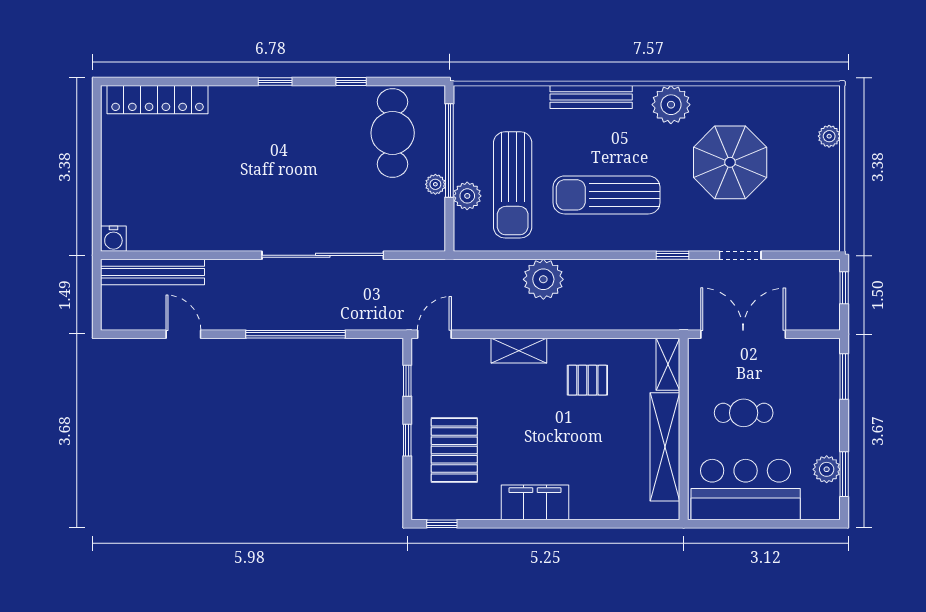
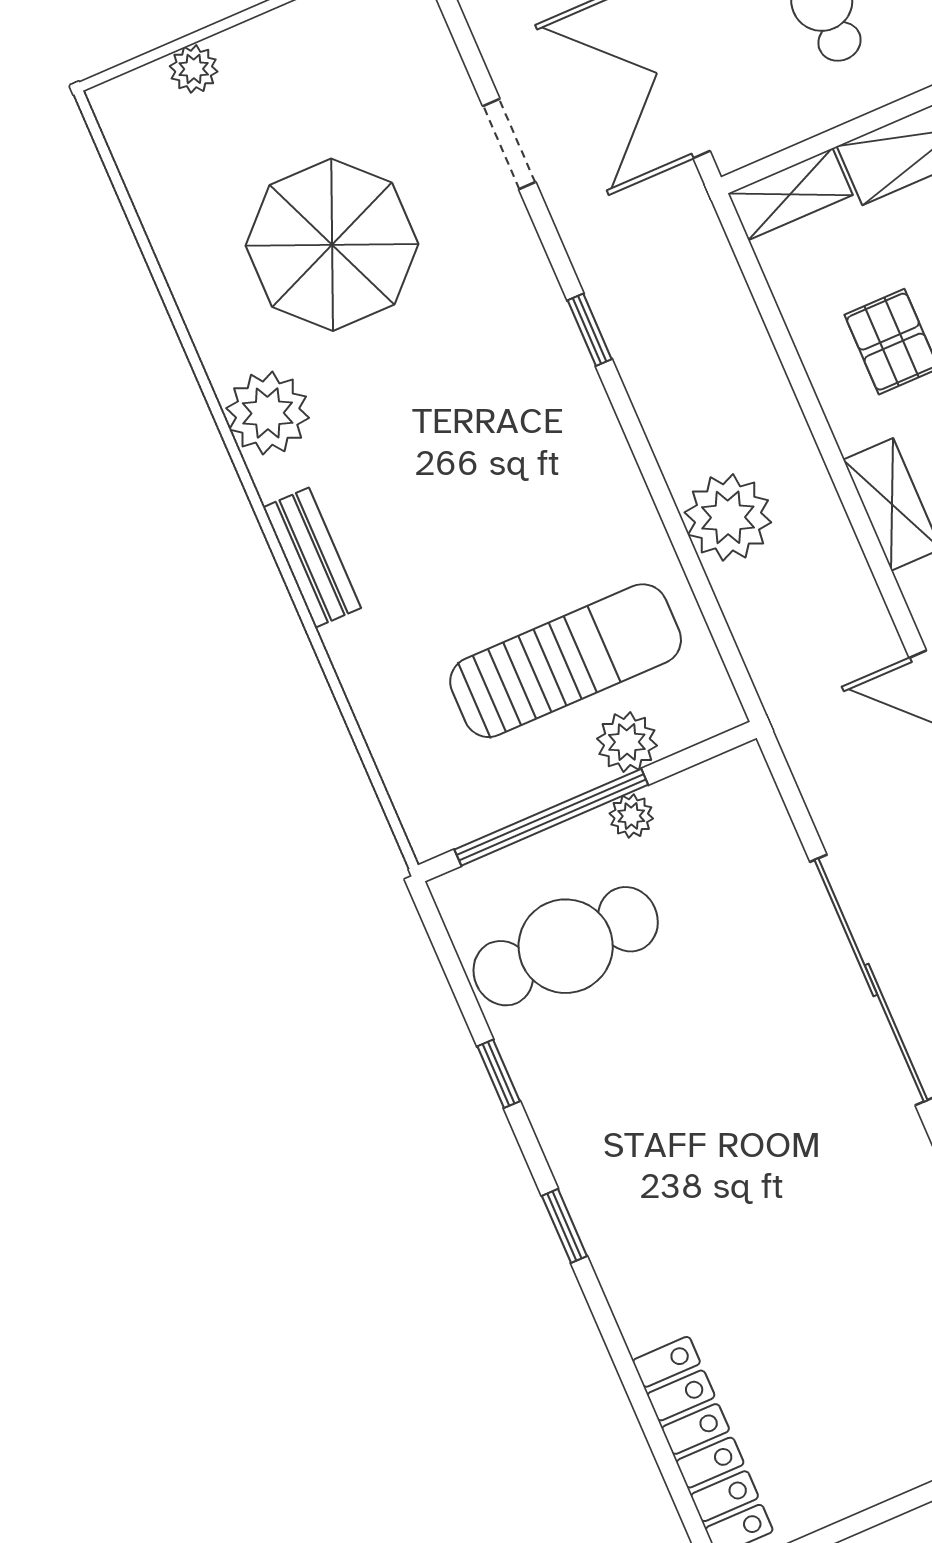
bench: (591, 97) -> (312, 558), width x0.73
sun lounger: (606, 195) -> (504, 464), removed
window: (672, 255) -> (590, 330), moved

